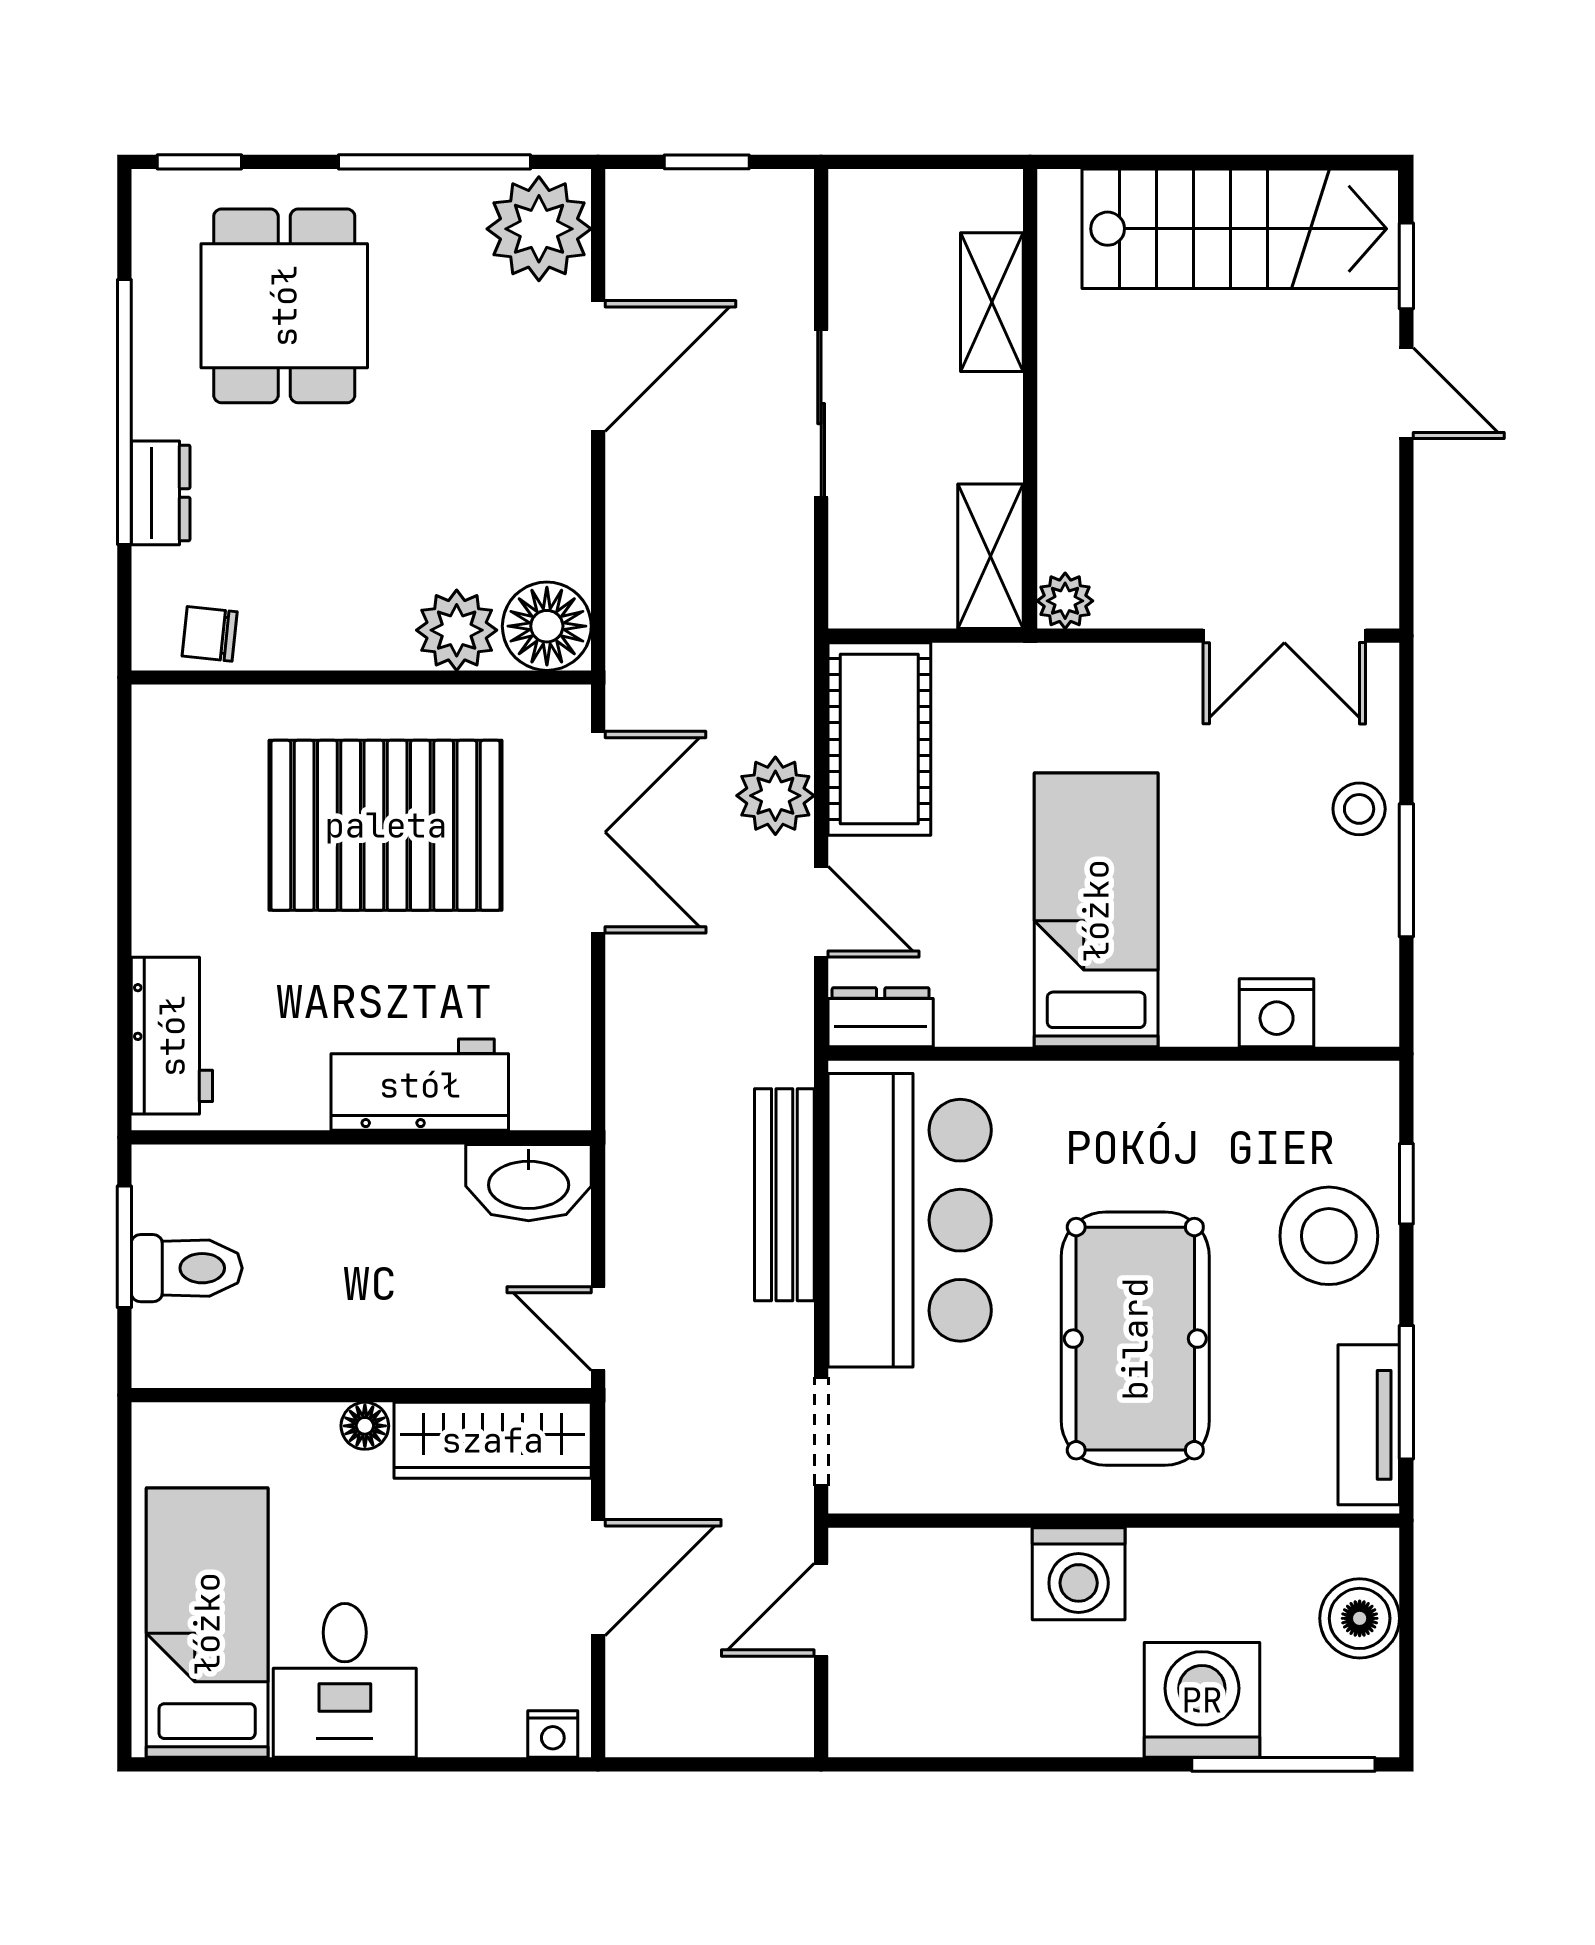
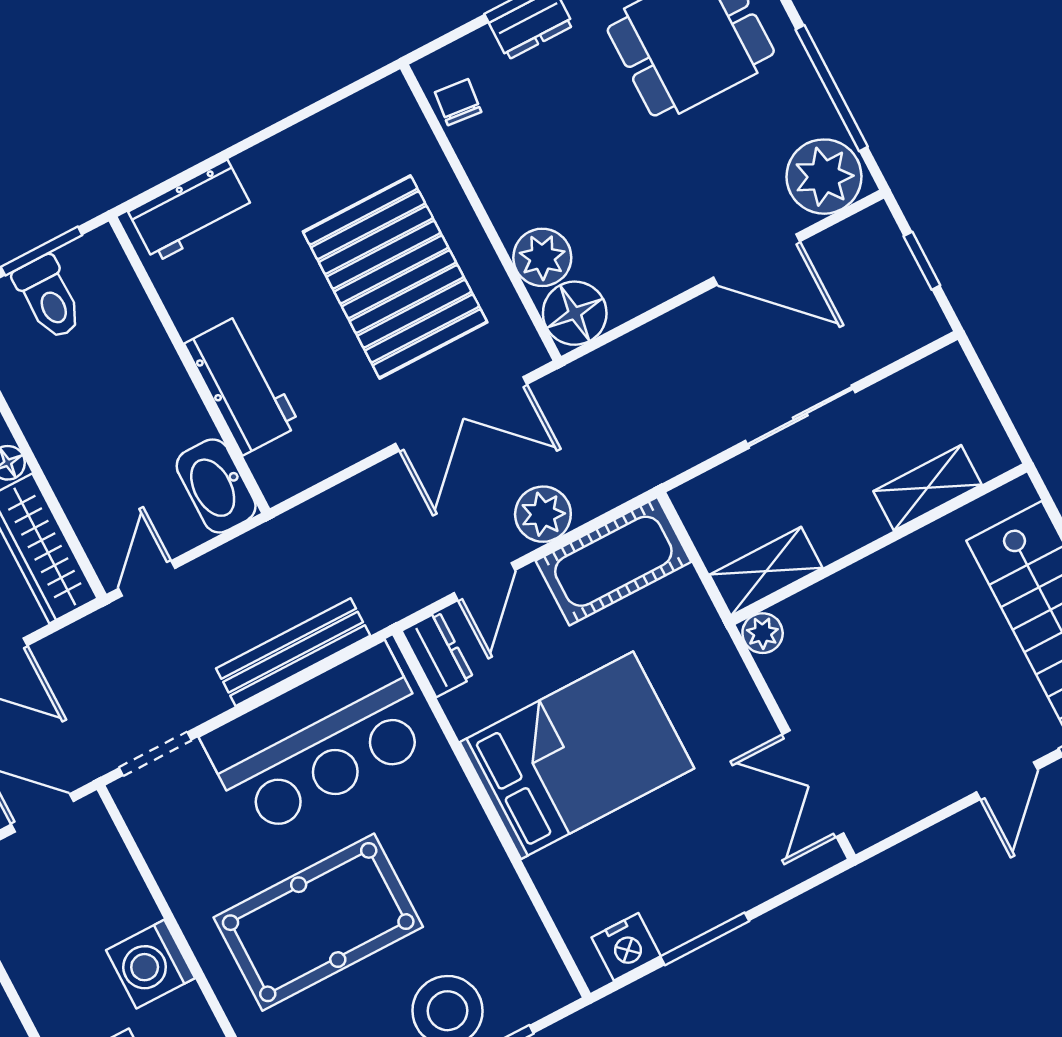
stool: (1359, 809) -> (728, 888), removed
bed: (1096, 910) -> (577, 755), width x1.50
nightstand: (1277, 1013) -> (626, 947), moved, turned -90

